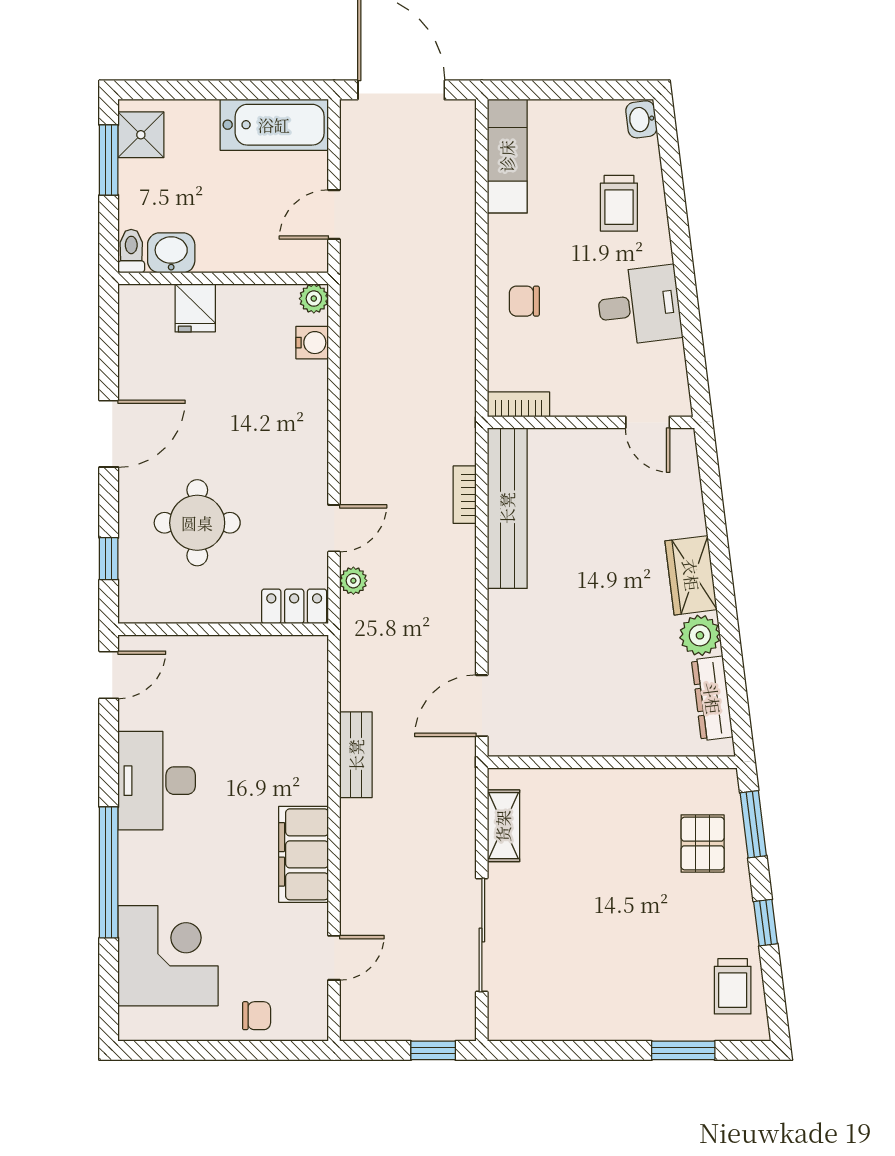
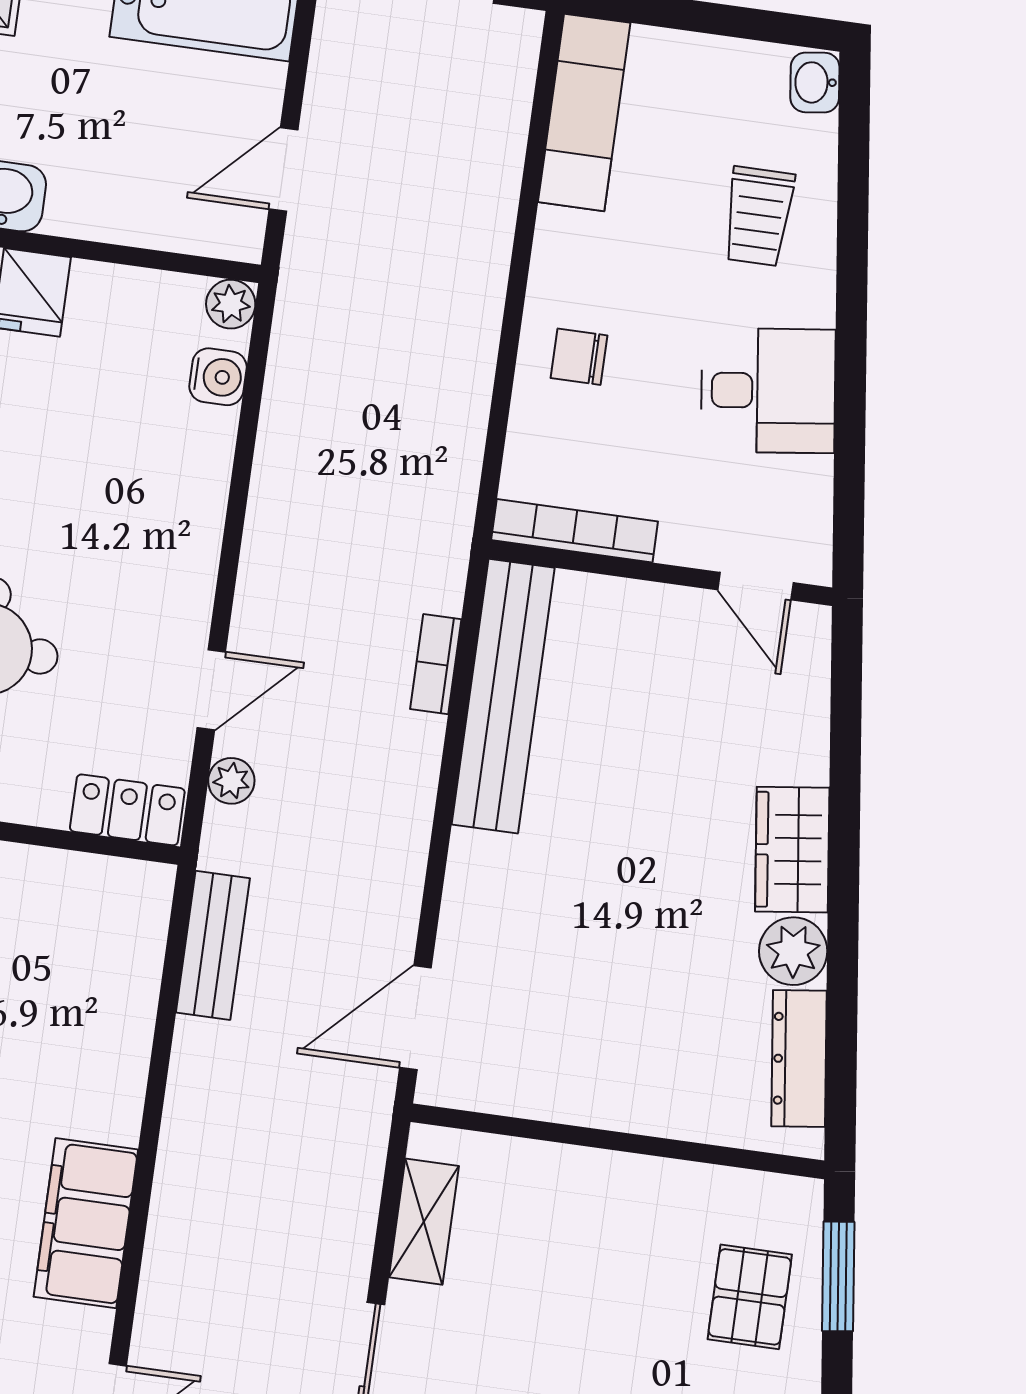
bookcase: (518, 404) -> (575, 531), width x1.56
bench: (356, 755) -> (213, 945), moved

